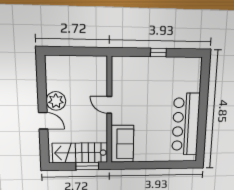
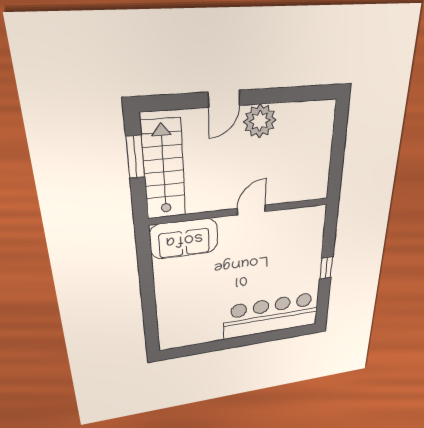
bar counter: (186, 124) -> (271, 316), moved
window: (87, 166) -> (135, 157), moved

